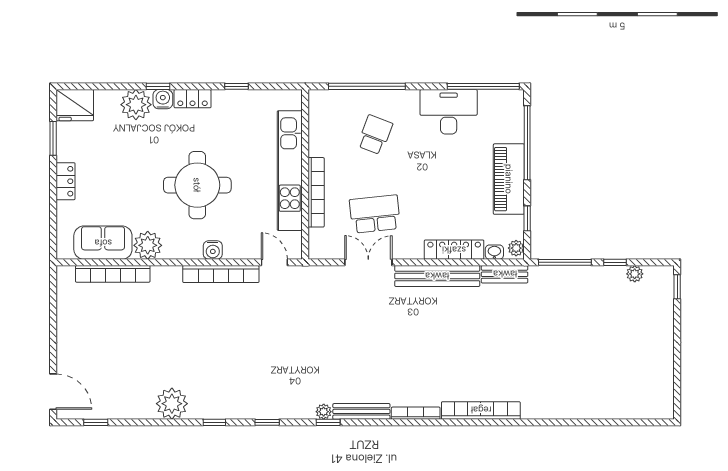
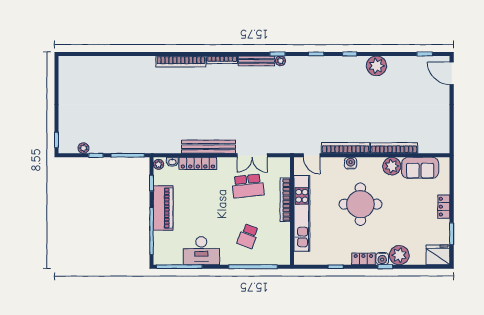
bookcase: (113, 274) -> (394, 148), moved
bench: (505, 274) -> (166, 148), removed

